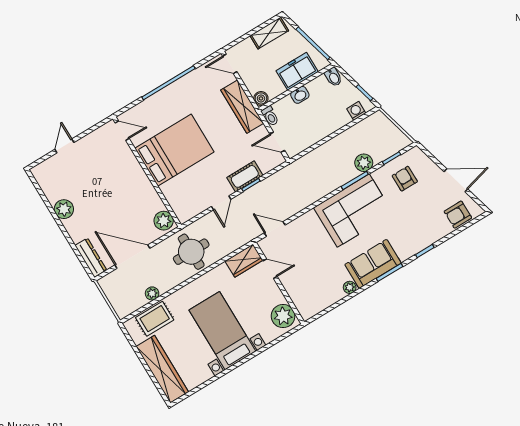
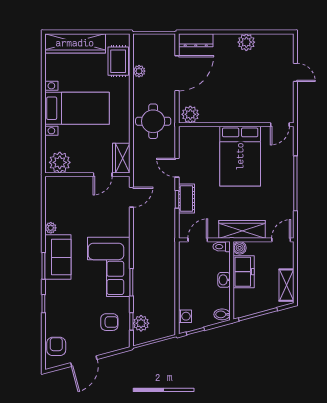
freezer: (297, 71) -> (244, 272), moved
plant: (364, 163) -> (141, 323), moved

